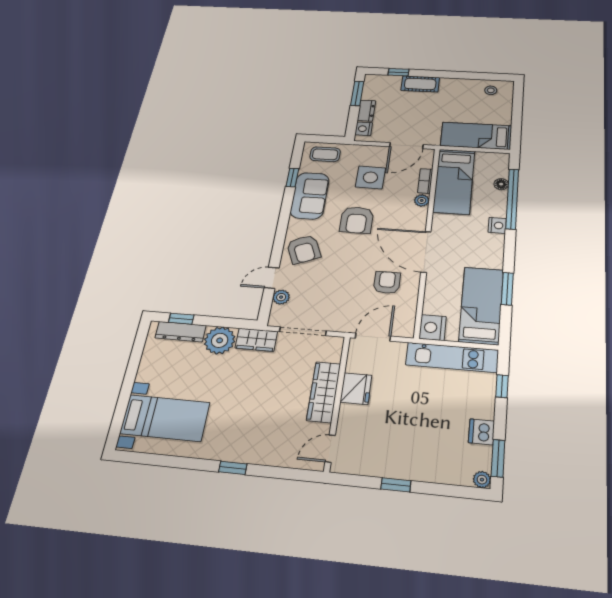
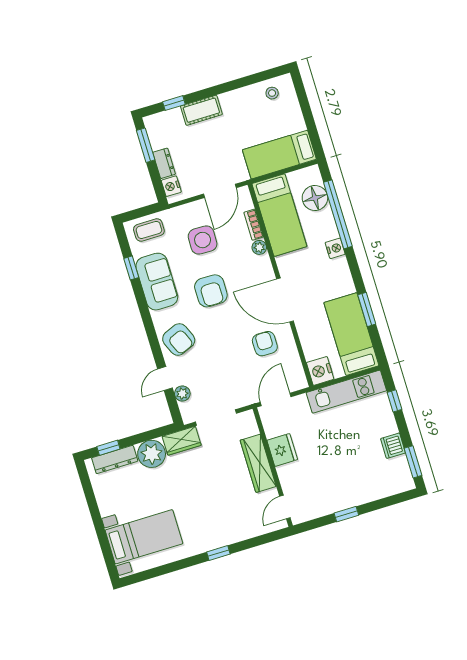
floor lamp: (501, 184) -> (315, 198), width x1.89, depth x1.89
plant: (482, 480) -> (407, 483), removed

